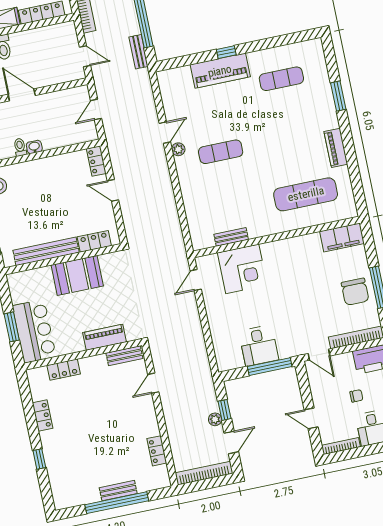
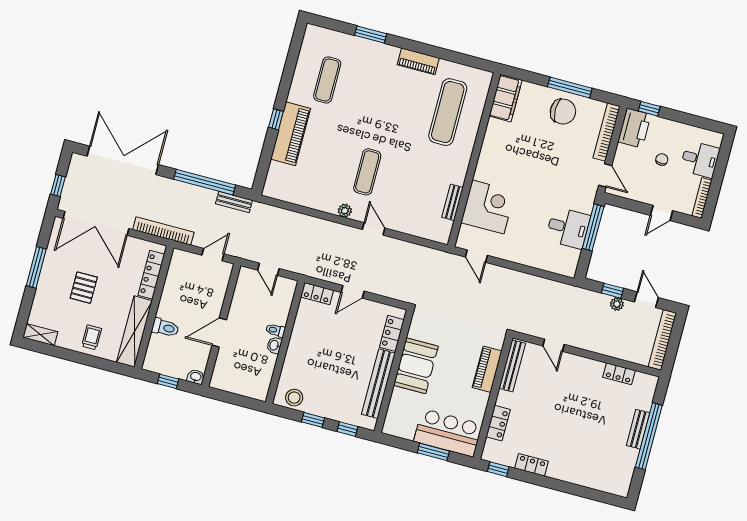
door: (165, 133) -> (374, 229), moved
toilet: (20, 147) -> (275, 330), moved
door: (319, 355) -> (605, 175), hinge flipped
bench: (124, 356) -> (512, 366), width x1.36
window: (39, 459) -> (498, 469), moved

